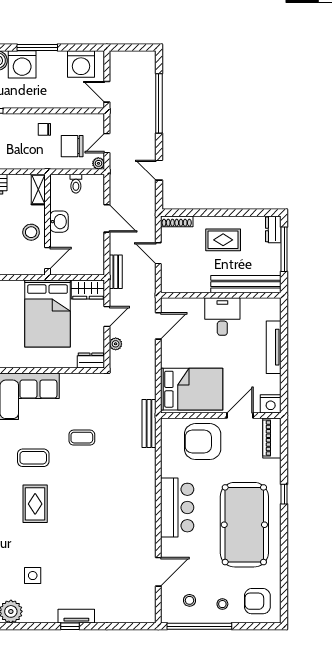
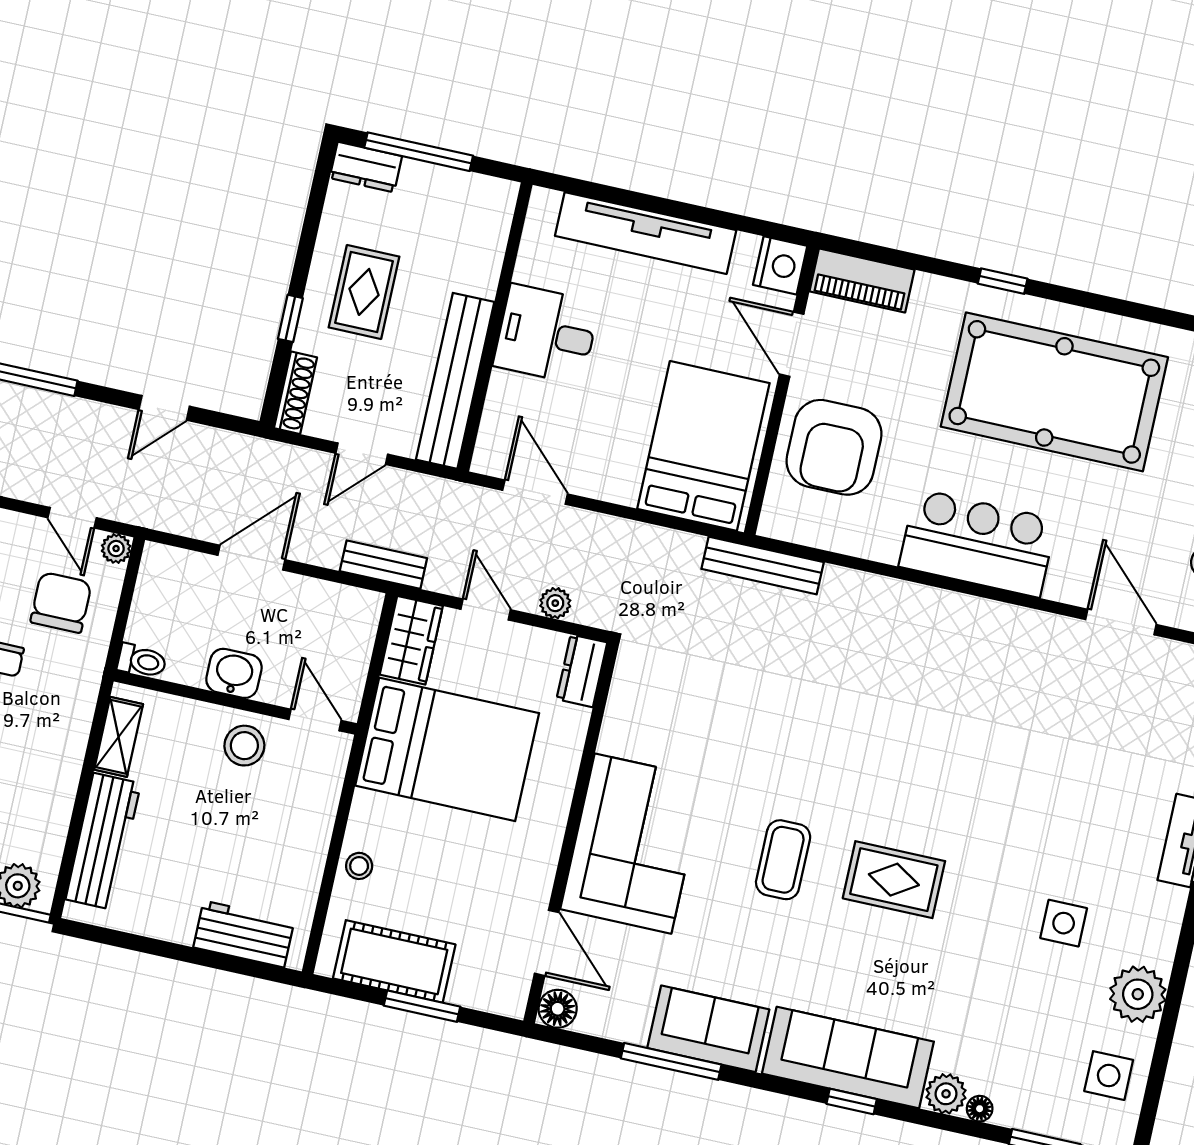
chair: (72, 146) -> (61, 602), turned 180
toilet: (76, 184) -> (142, 661), moved
shelving: (38, 189) -> (119, 737), moved, turned 90
window: (206, 213) -> (290, 318), added
bench: (246, 284) -> (455, 381), moved
tv unit: (274, 347) -> (646, 233), width x1.36, depth x1.29
coffee table: (82, 438) -> (761, 733), removed

